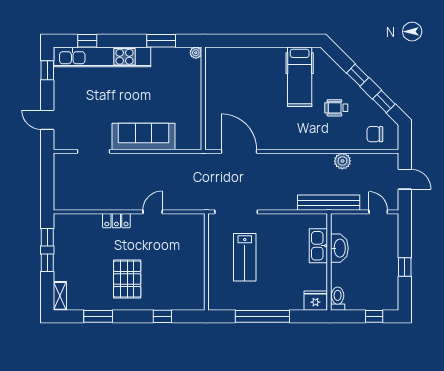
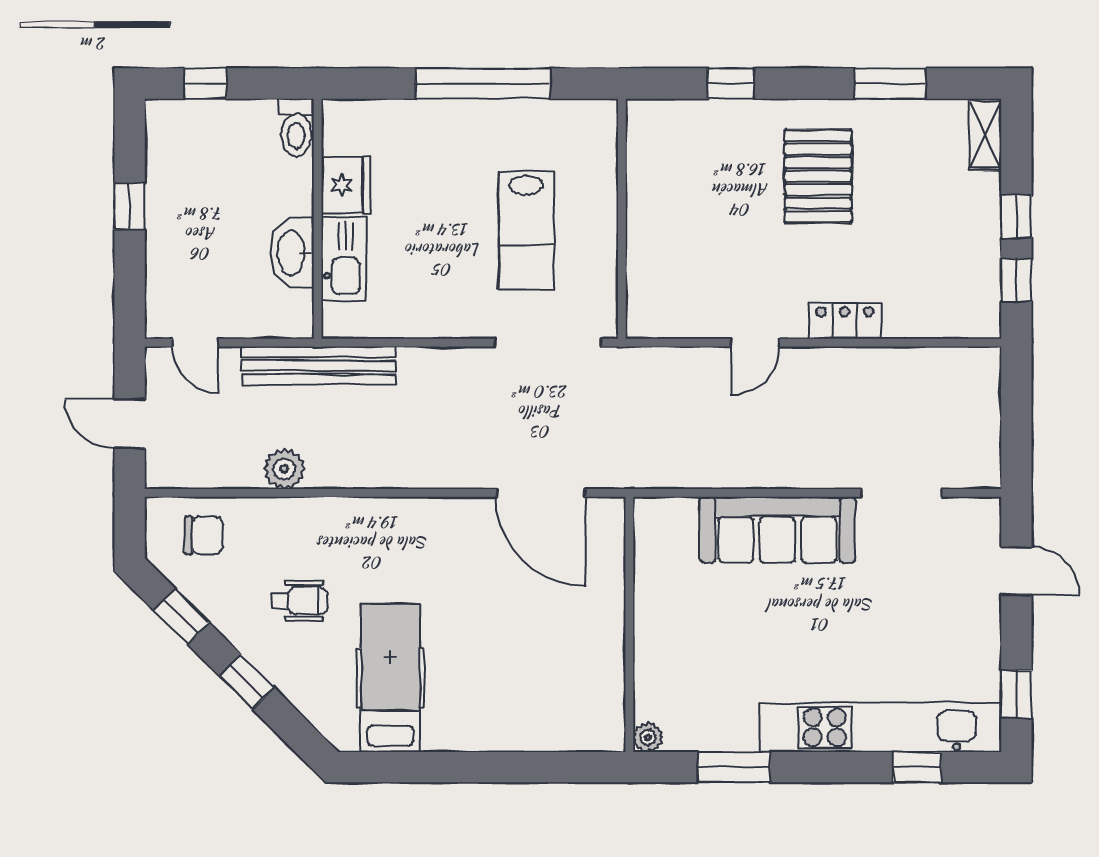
lab bench: (245, 257) -> (526, 230), turned 180
fridge: (315, 301) -> (346, 185), moved, turned -90

